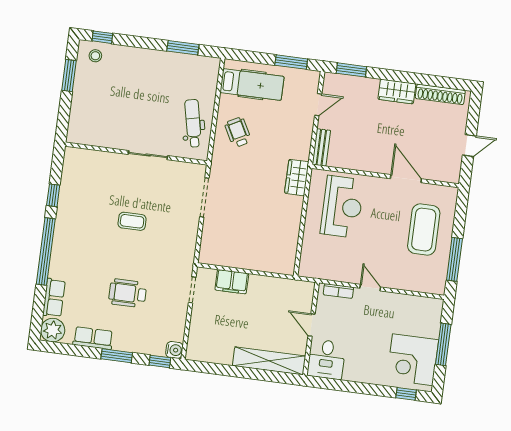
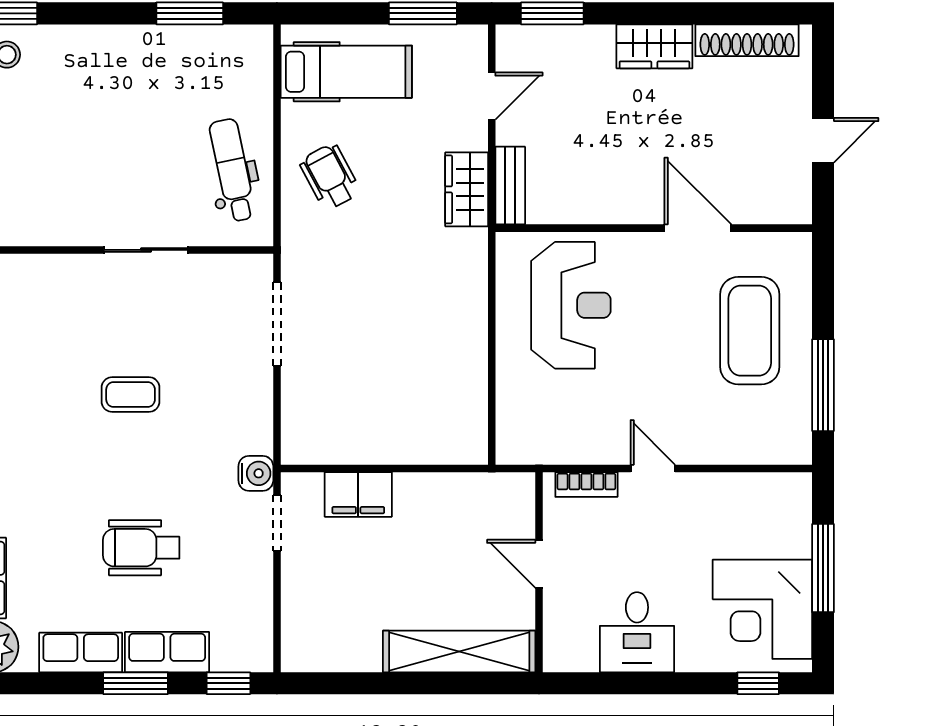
wardrobe: (297, 178) -> (467, 189), moved
row of seats: (133, 343) -> (167, 652), added
water cooler: (174, 350) -> (256, 473), moved
desk: (326, 359) -> (637, 632), moved

